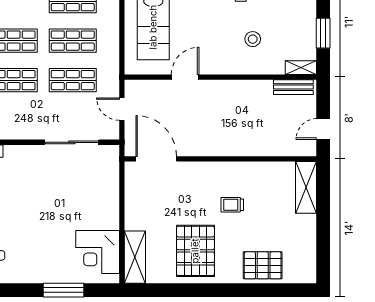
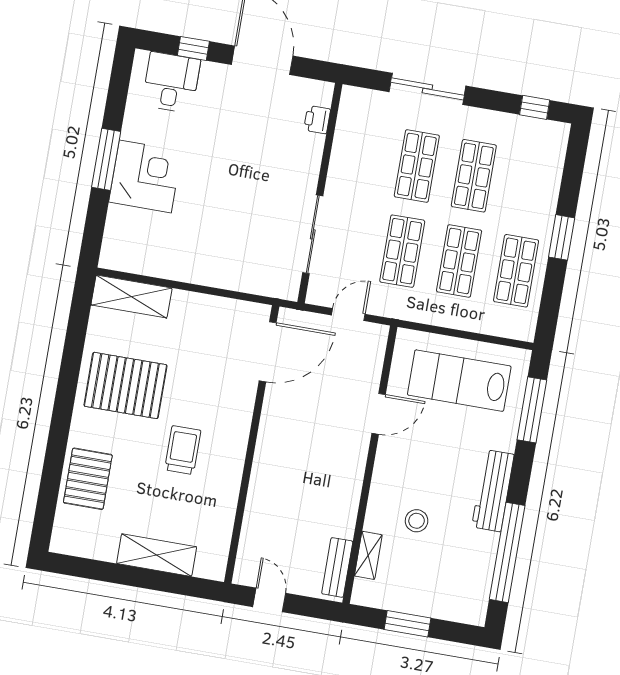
shelving: (301, 68) -> (368, 555), moved
door: (185, 77) -> (379, 414), hinge flipped
shelving: (306, 187) -> (157, 555), moved
trolley: (232, 205) -> (183, 450), width x1.36, depth x1.39
corner desk: (98, 252) -> (145, 176), moved, turned 90
window: (64, 290) -> (106, 159), moved

